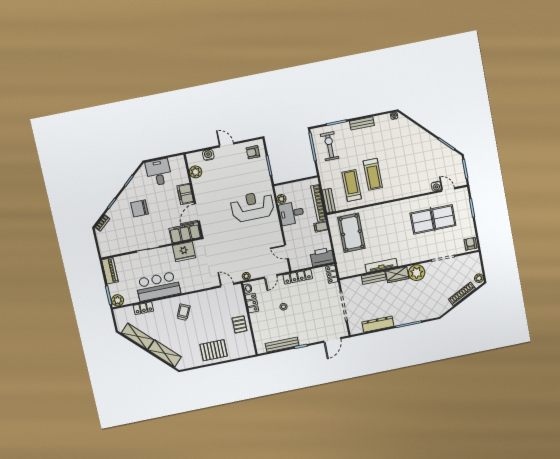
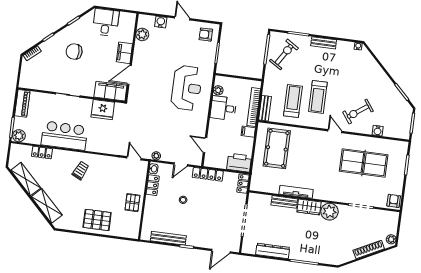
exercise bike: (330, 146) -> (284, 54), turned 32
exercise bike: (413, 175) -> (358, 112), added
door: (448, 190) -> (335, 131), moved
reception desk: (252, 206) -> (187, 88), turned 90

